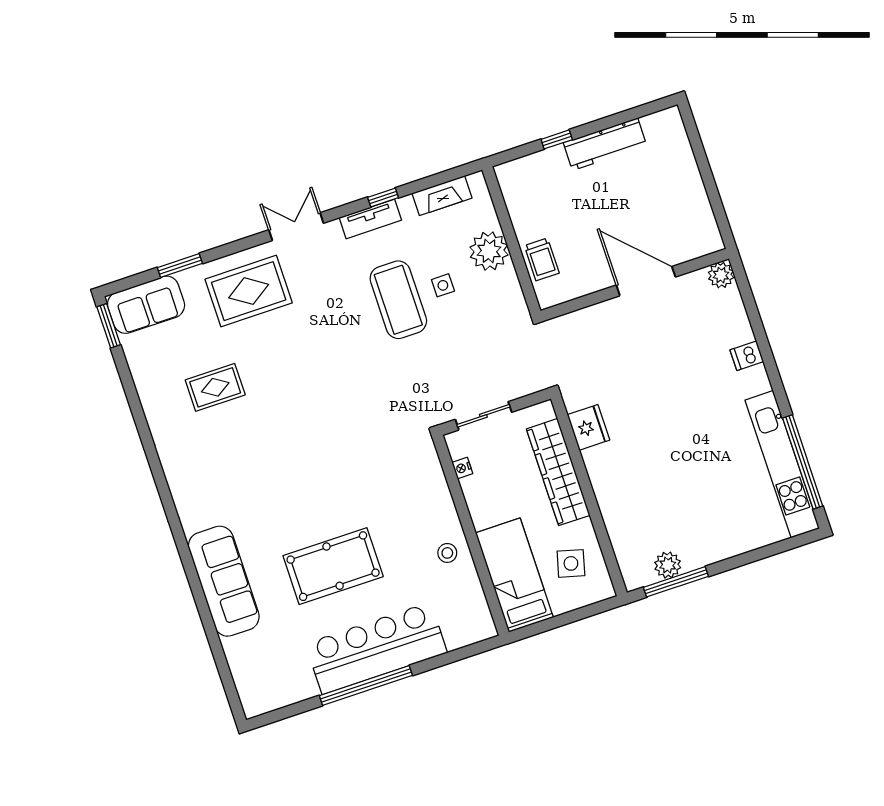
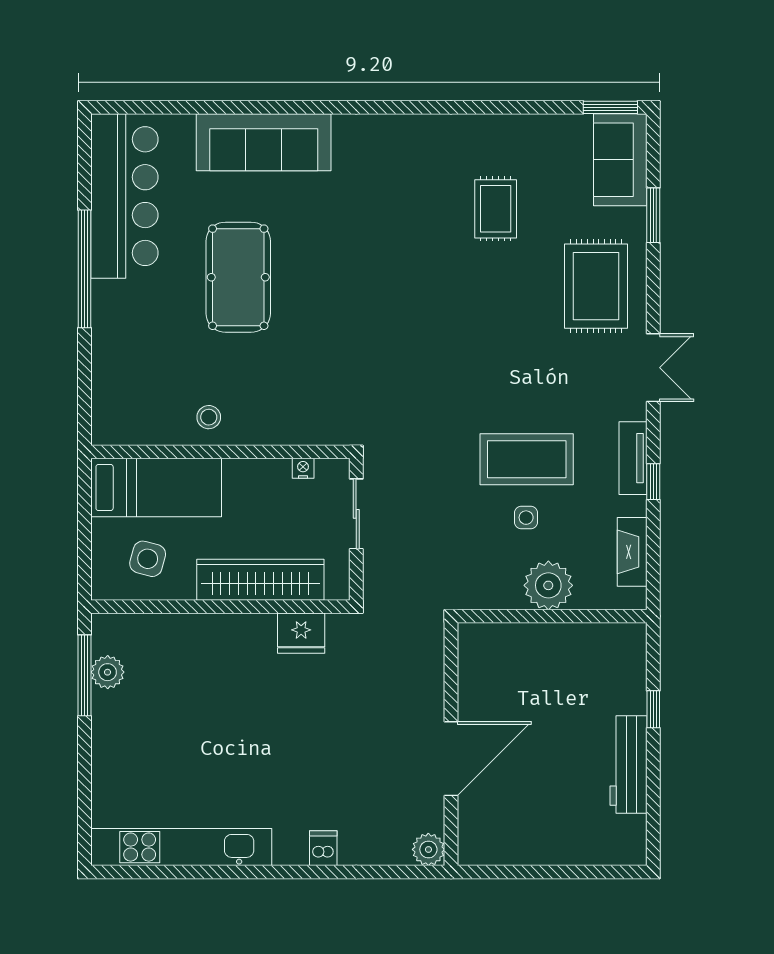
trolley: (542, 259) -> (518, 644), removed
window: (803, 462) -> (176, 872), removed
bar counter: (376, 648) -> (124, 196), moved

